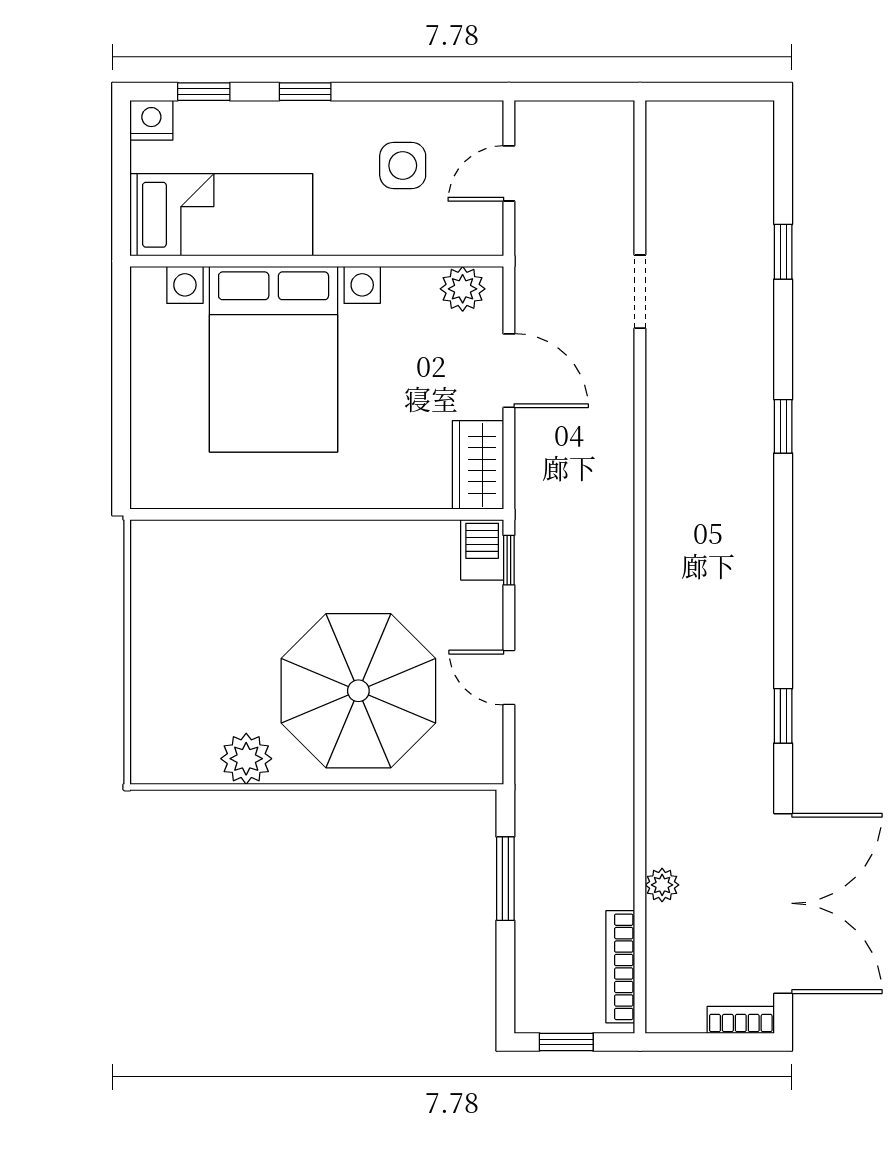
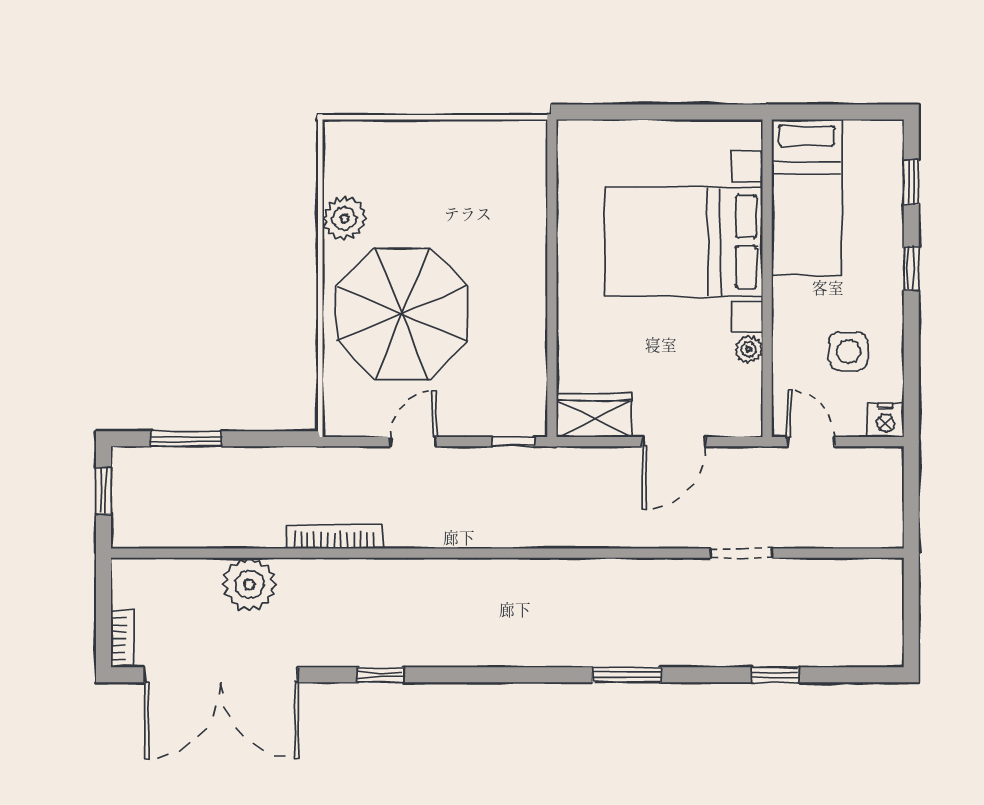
nightstand: (151, 120) -> (885, 420), moved, turned 90
door: (509, 173) -> (811, 442), moved
plant: (463, 289) -> (749, 349), moved, width x0.73, depth x0.73
window: (783, 426) -> (627, 675), width x1.50
barbecue: (482, 550) -> (522, 419), removed
window: (505, 879) -> (186, 439), moved
plant: (662, 885) -> (250, 584), width x1.88, depth x1.88
bookcase: (620, 967) -> (334, 536), moved

